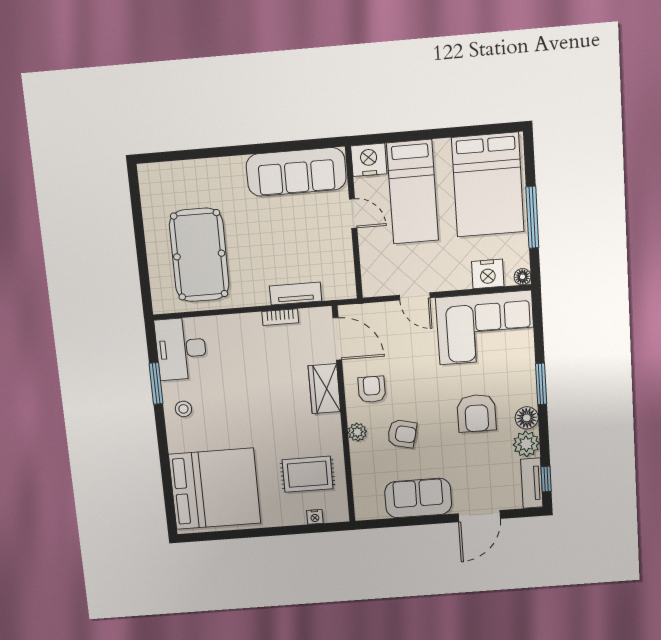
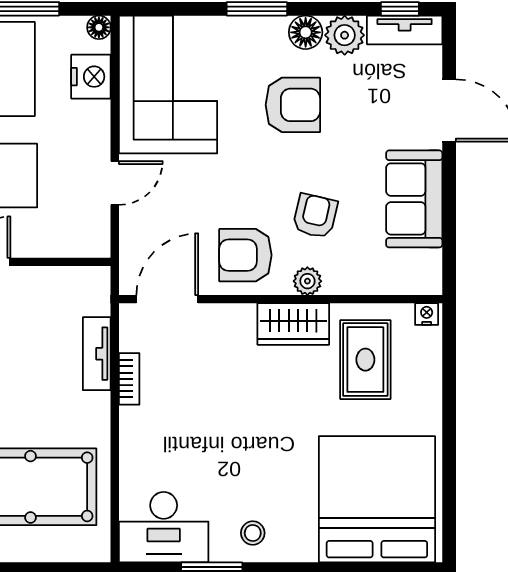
wardrobe: (324, 389) -> (293, 324), moved
armchair: (372, 389) -> (245, 255), width x1.38, depth x1.38
nightstand: (315, 517) -> (427, 314), moved, turned -90

